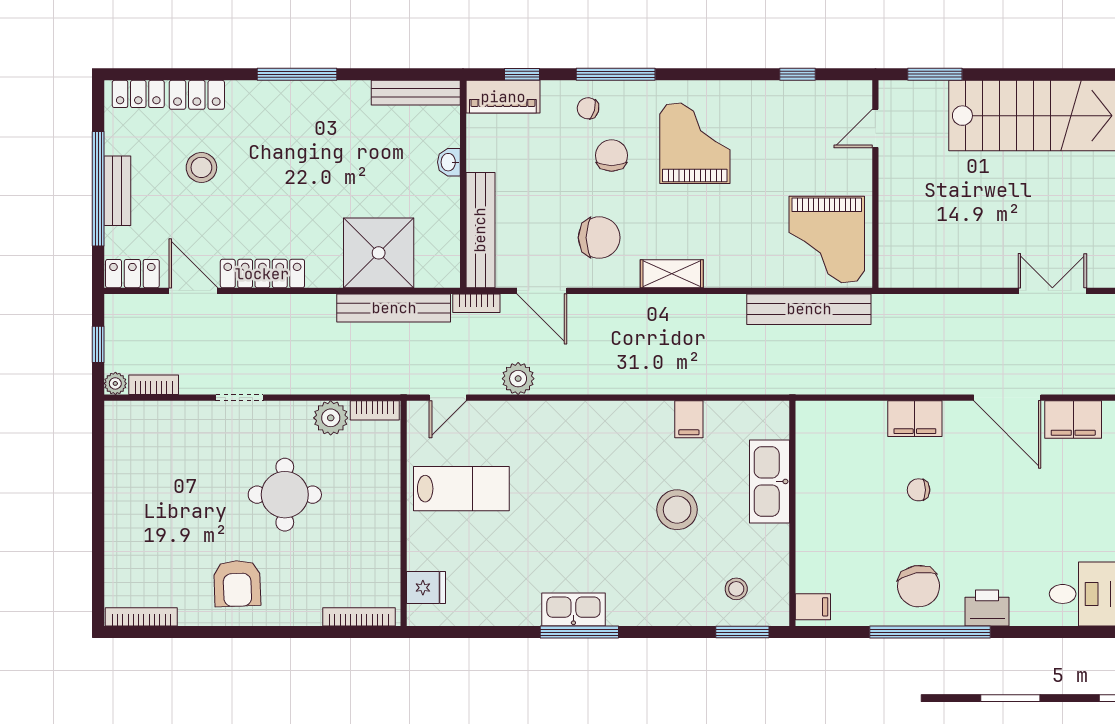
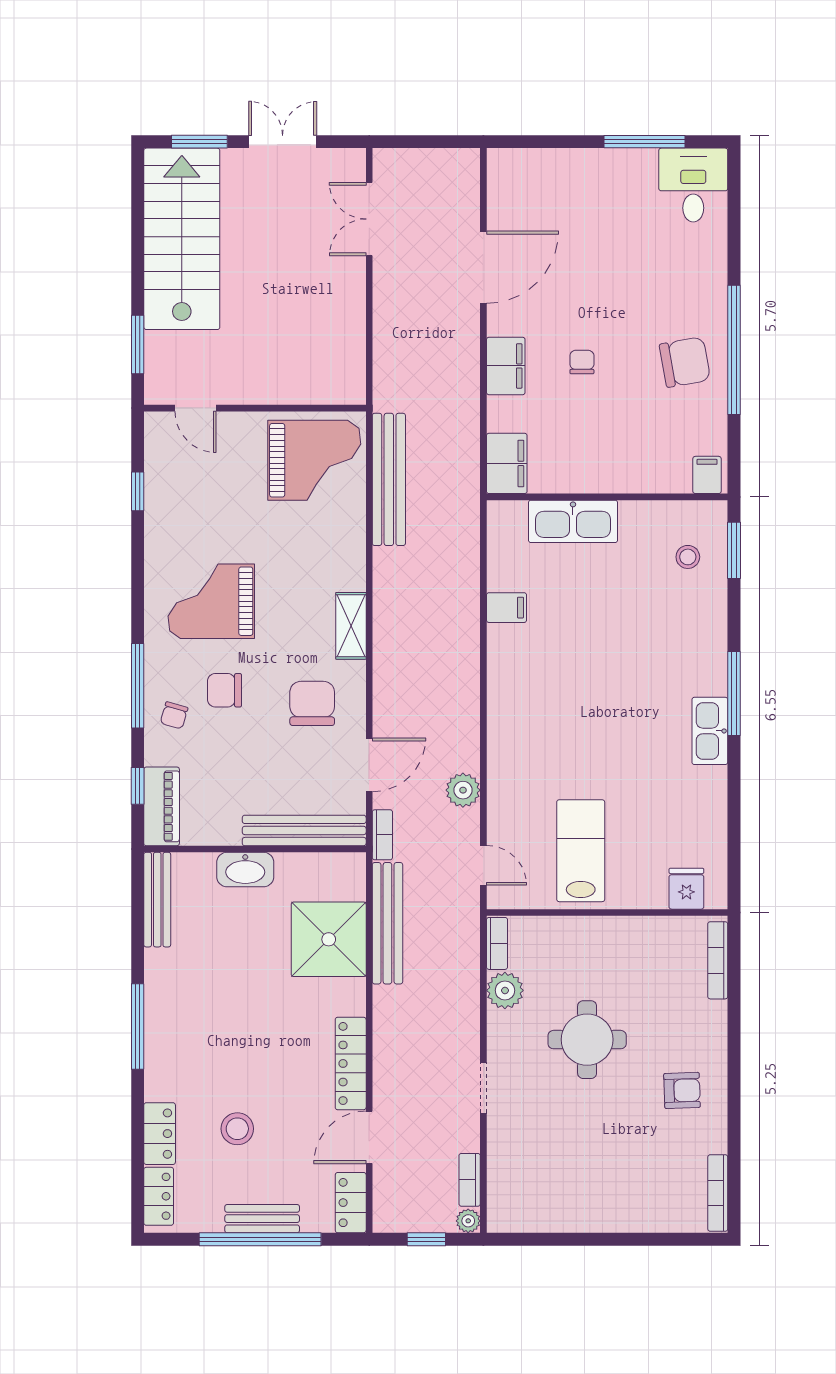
washbasin: (449, 162) -> (245, 870), width x1.91, depth x1.45
filing cabinet: (1073, 419) -> (507, 463), moved
chair: (919, 490) -> (582, 362), turned 180
stool: (677, 510) -> (603, 620), removed
armchair: (237, 583) -> (682, 1090), width x0.72, depth x0.72
printer: (987, 608) -> (708, 289), removed
window: (579, 632) -> (734, 693), moved

